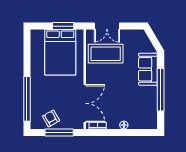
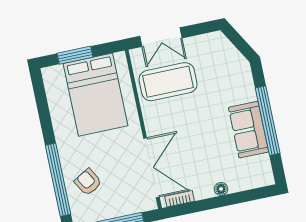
window: (63, 26) -> (75, 55), moved
sofa: (148, 69) -> (248, 130), moved
armchair: (51, 118) -> (88, 182), moved

